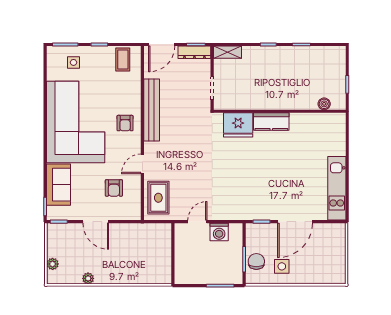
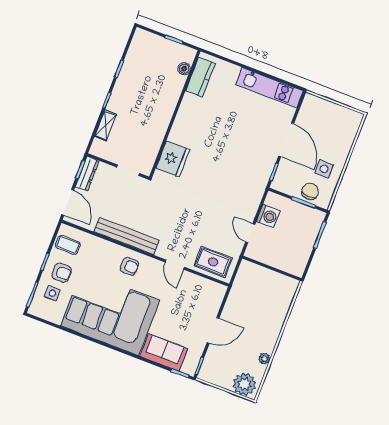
shelving: (227, 52) -> (106, 126), moved
kitchen counter: (271, 122) -> (200, 77), moved
armchair: (114, 188) -> (62, 273), moved
chair: (256, 261) -> (310, 191), turned 90
plant: (53, 264) -> (245, 384), width x1.87, depth x1.87

